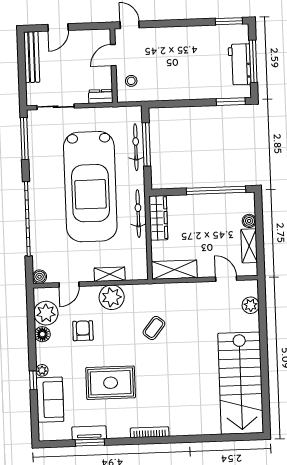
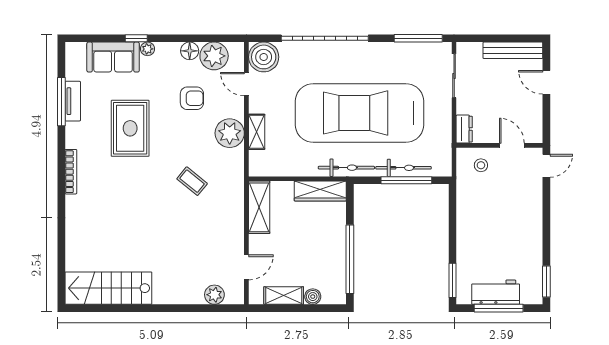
bicycle: (138, 214) -> (346, 168), moved
boiler: (40, 277) -> (264, 57), width x1.86, depth x1.86
stairs: (241, 383) -> (108, 288), width x0.73, depth x0.66
window: (90, 443) -> (61, 102), width x1.44

